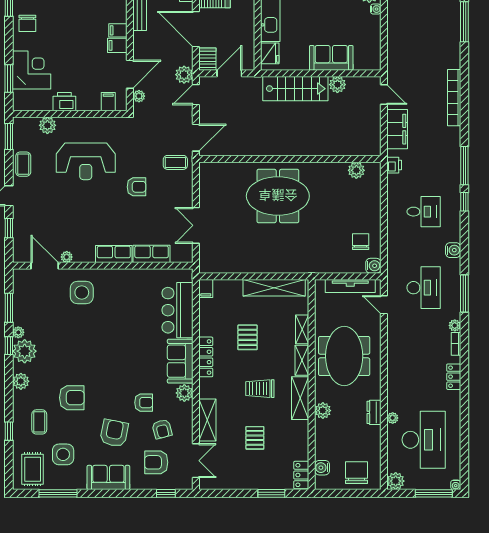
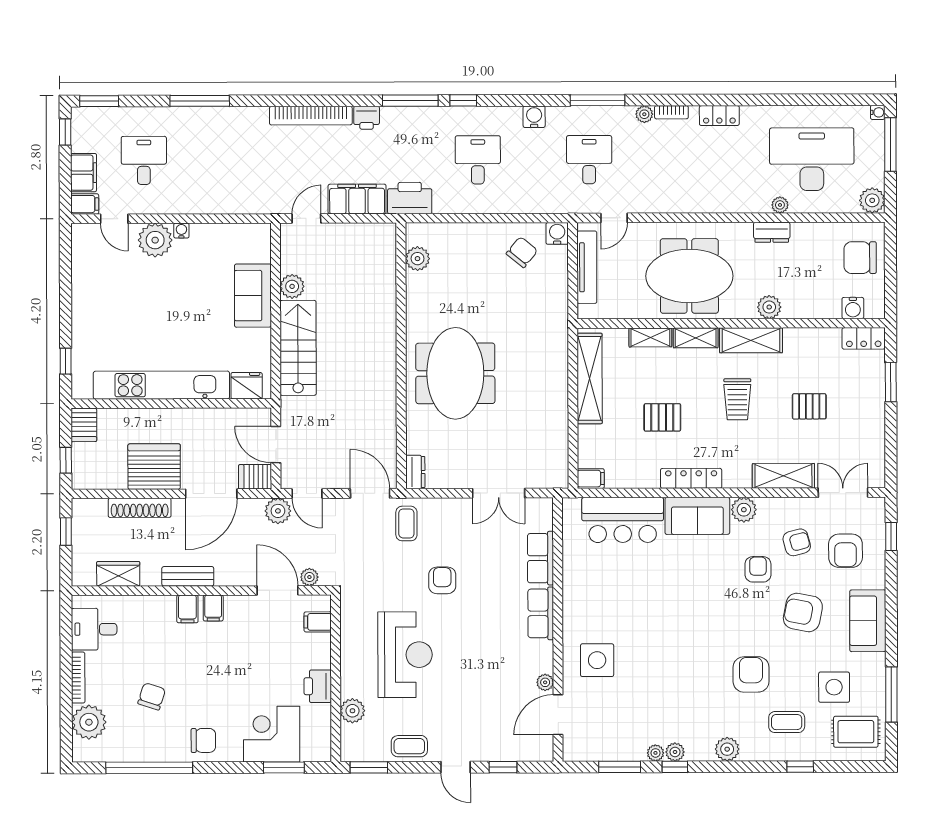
filing cabinet: (117, 45) -> (187, 609), moved
printer: (453, 136) -> (367, 118), added
printer: (394, 165) -> (410, 198), width x1.87, depth x1.48
dresser: (211, 169) -> (415, 472), added
chair: (361, 242) -> (522, 252), turned 129
desk: (424, 288) -> (589, 160), width x0.73
plant: (25, 351) -> (675, 752), width x0.53, depth x0.53

